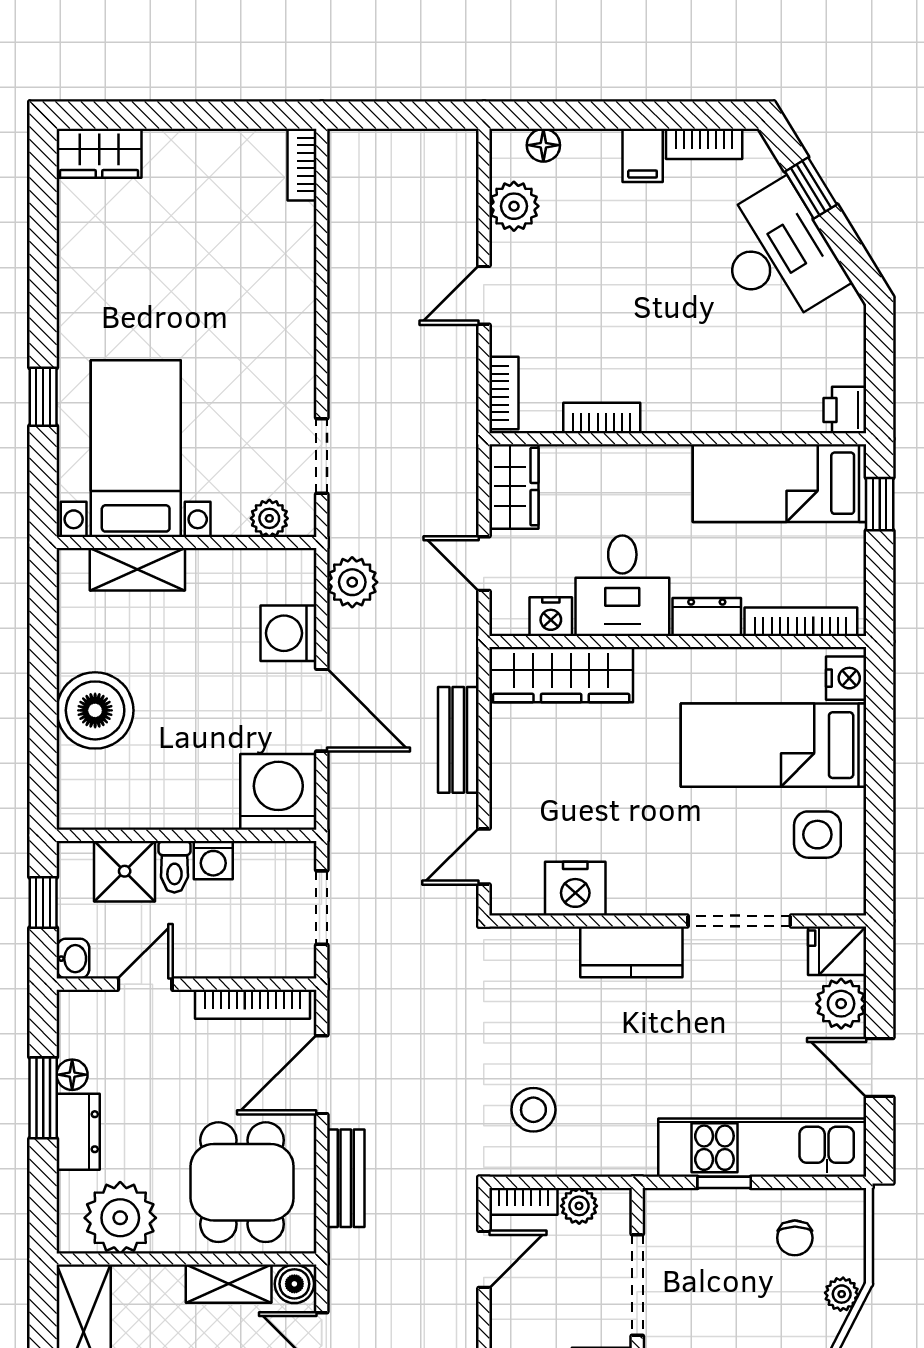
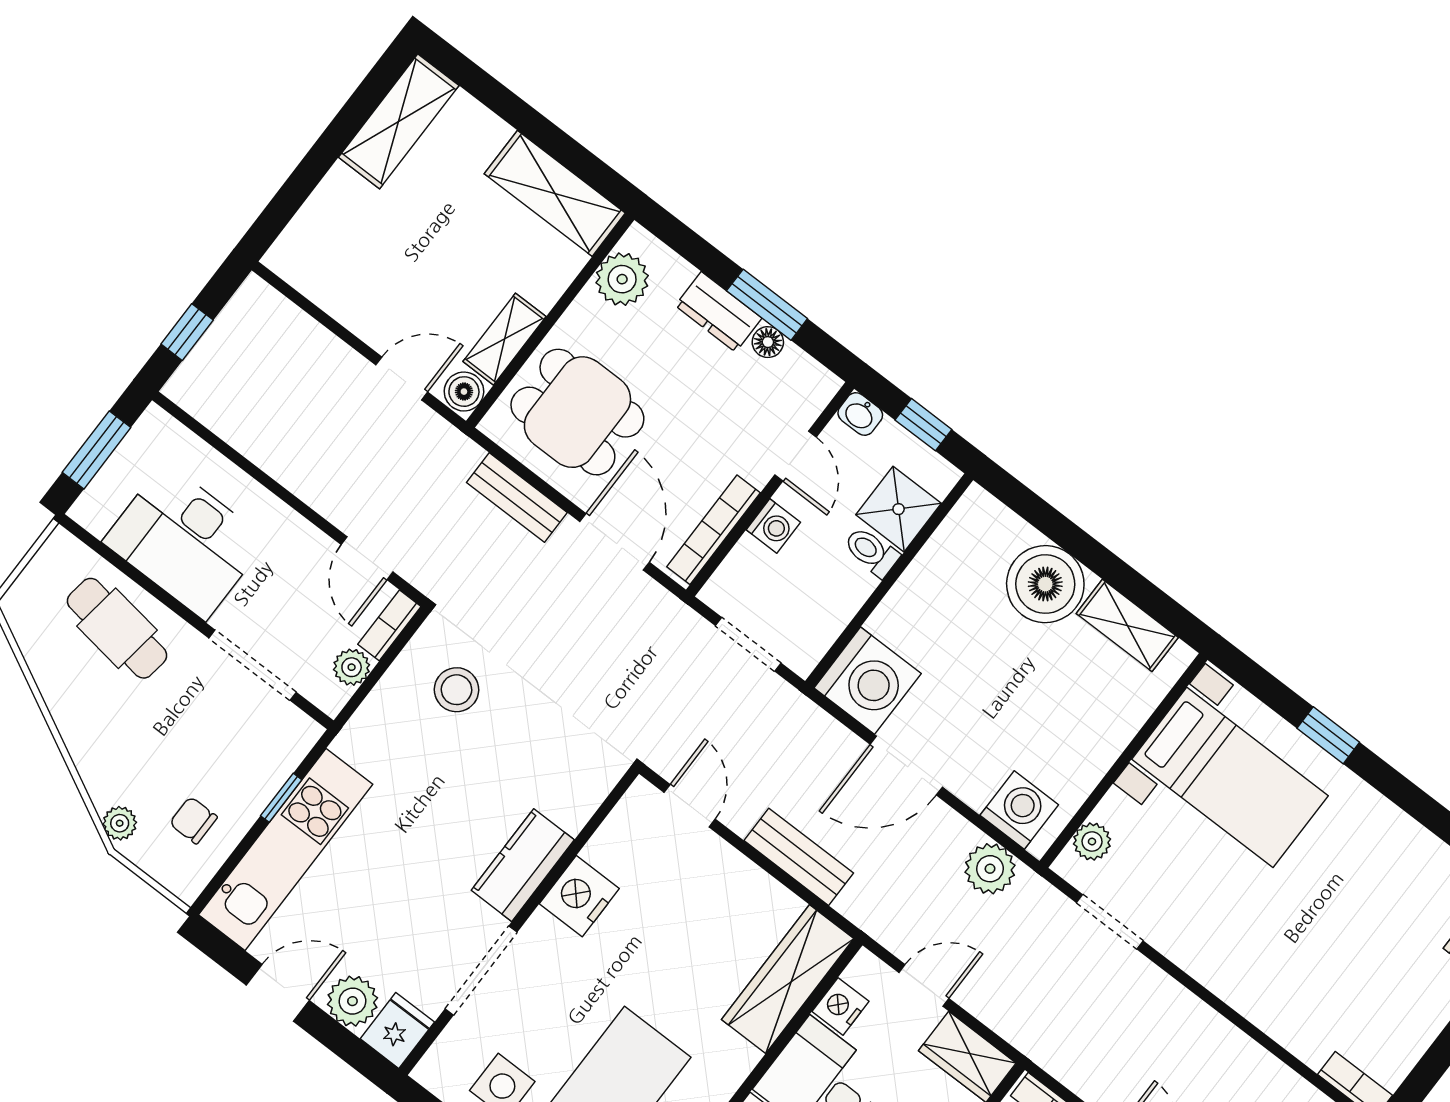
shelving: (137, 569) -> (1127, 625), moved, turned 90
washing machine: (288, 633) -> (1019, 810), moved
washing machine: (213, 860) -> (773, 526), moved, turned 180
nightstand: (575, 889) -> (579, 896), moved
plant: (120, 1218) -> (622, 279), width x0.73, depth x0.73

